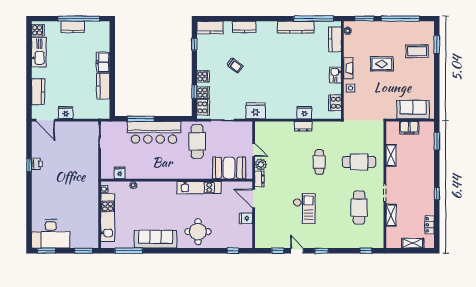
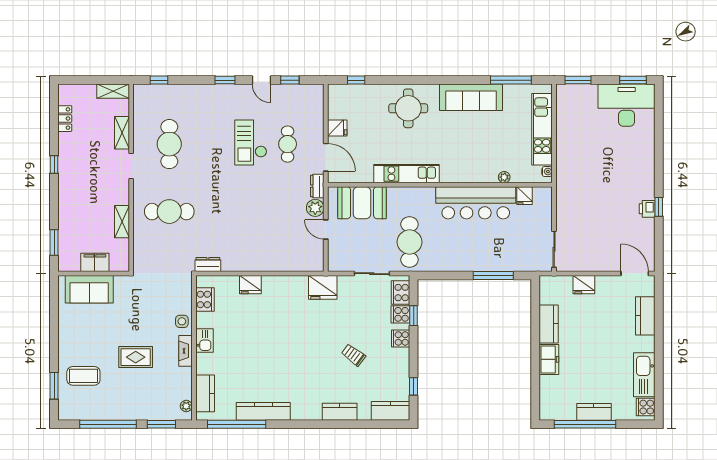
fridge: (66, 113) -> (584, 285), moved
dresser: (303, 126) -> (208, 265), moved
bar counter: (154, 132) -> (476, 203), moved, turned 180
cafe table: (319, 162) -> (288, 144), moved
shelving: (413, 243) -> (113, 91), moved

